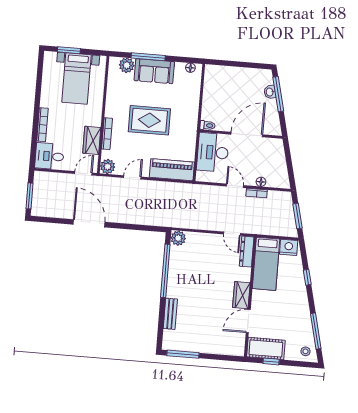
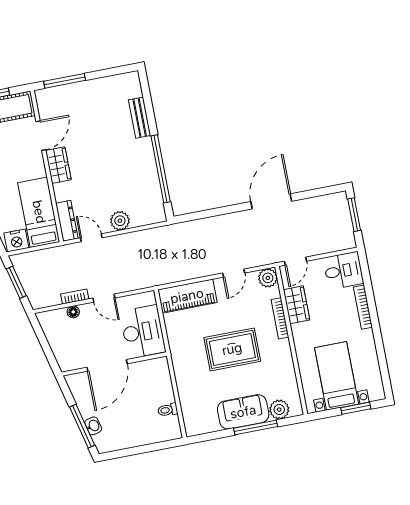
floor lamp: (190, 68) -> (200, 429), removed
toilet: (207, 125) -> (168, 410), moved
door: (89, 223) -> (271, 201), swing flipped
plant: (178, 238) -> (120, 221), moved
window: (183, 354) -> (65, 81), moved

